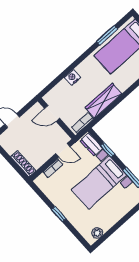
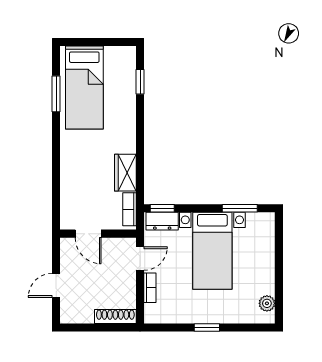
nightstand: (73, 77) -> (68, 175), removed
wardrobe: (103, 101) -> (125, 173), width x0.67
door: (52, 113) -> (88, 234), hinge flipped
window: (108, 150) -> (162, 208), moved

